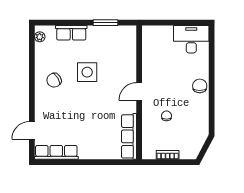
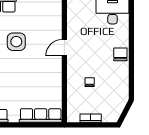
door: (139, 92) -> (64, 48), moved
row of seats: (129, 136) -> (41, 115), moved, turned 90

